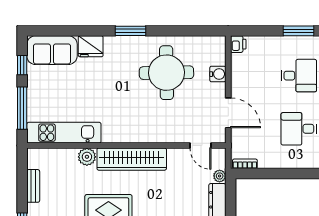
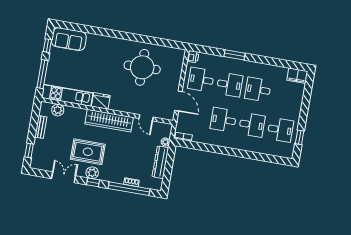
window: (130, 31) -> (123, 35), removed
fridge: (91, 46) -> (101, 101), moved, turned 180
water cooler: (218, 74) -> (176, 74), removed
desk: (256, 76) -> (201, 80), added
door: (200, 145) -> (146, 118), moved
plant: (87, 157) -> (58, 110), moved

